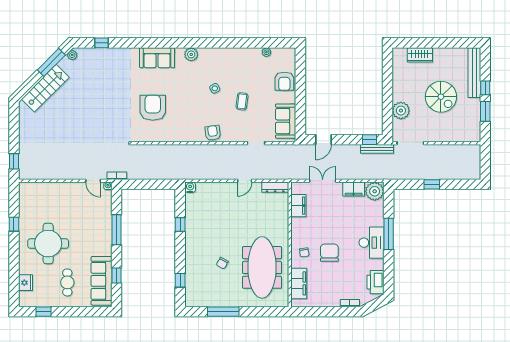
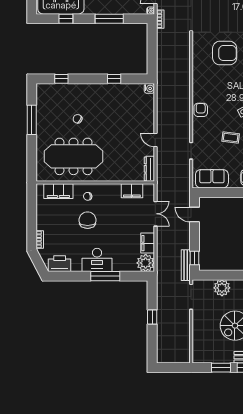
armchair: (213, 133) -> (201, 110), turned -82
chair: (329, 253) -> (88, 220), turned -90

